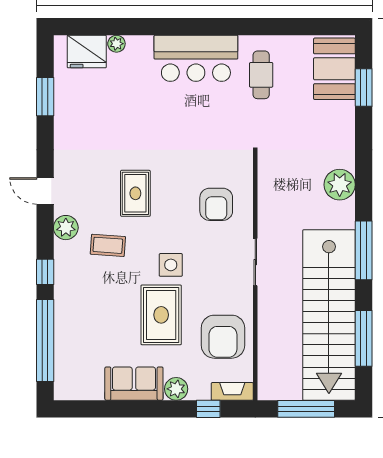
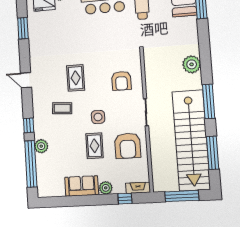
plant: (66, 228) -> (41, 146), moved
rug: (161, 315) -> (94, 146), width x0.73, depth x0.70
armchair: (223, 337) -> (128, 146), moved

